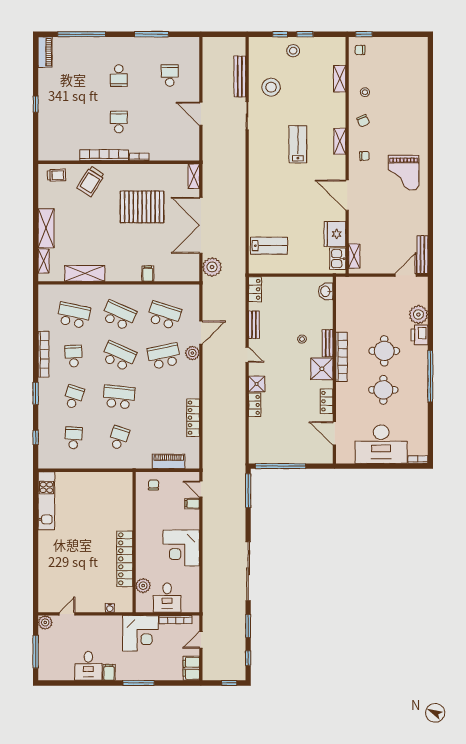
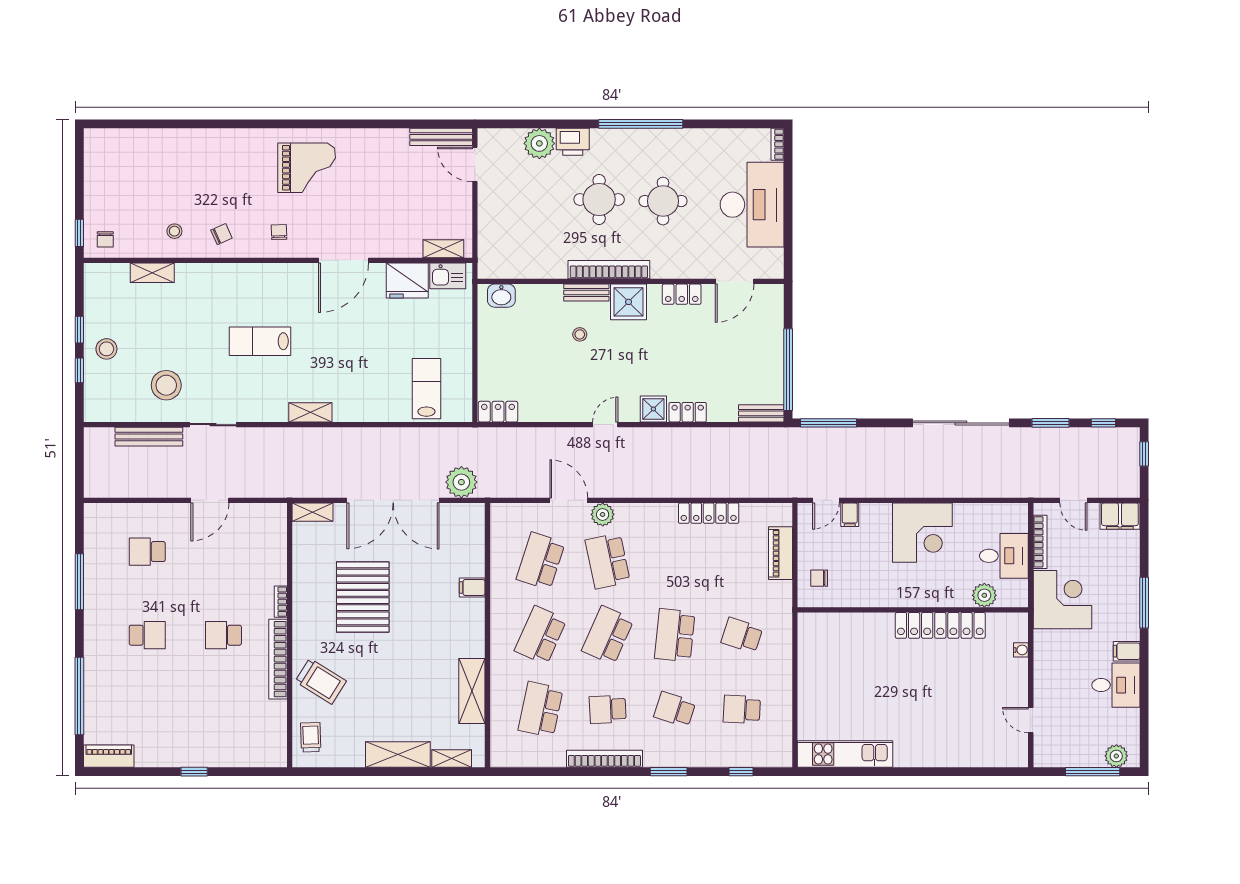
shelving: (340, 141) -> (310, 412), moved
bench: (254, 325) -> (761, 413), moved
plant: (45, 622) -> (1116, 756), moved

